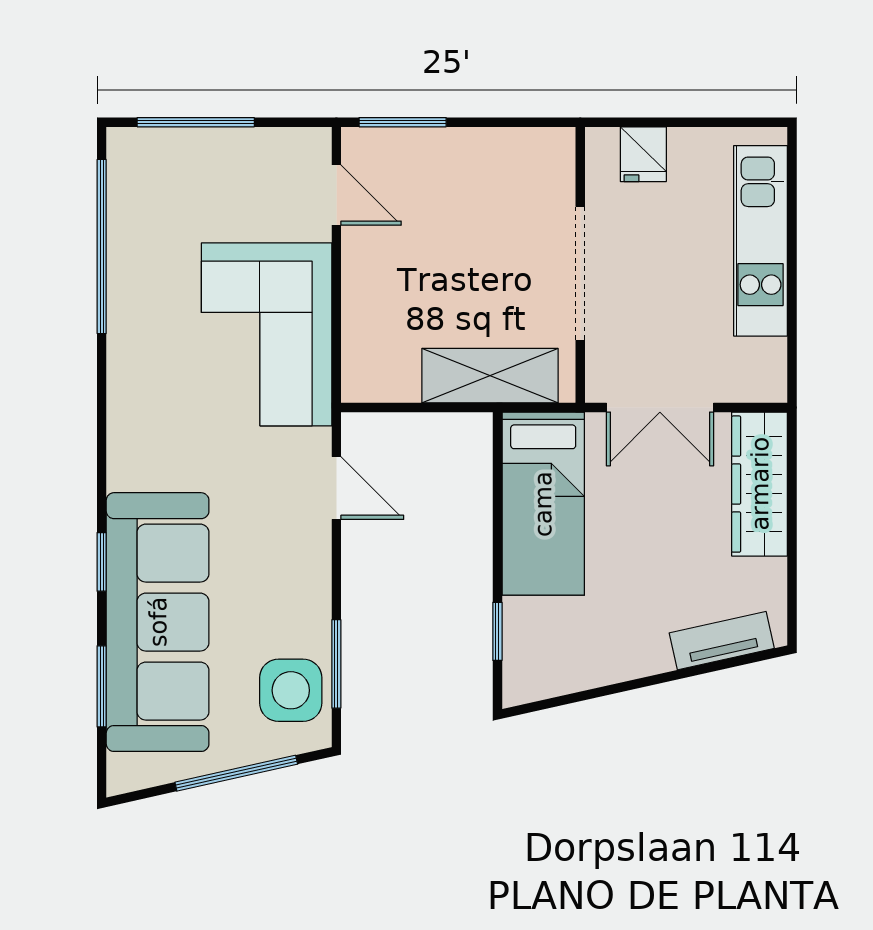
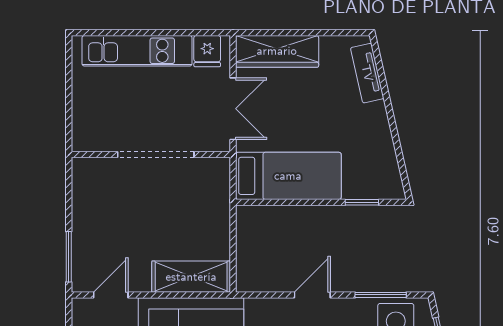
fridge: (643, 154) -> (207, 51), moved, turned 90
shelving: (490, 376) -> (191, 277), moved, turned 90
door: (336, 488) -> (312, 295), moved

